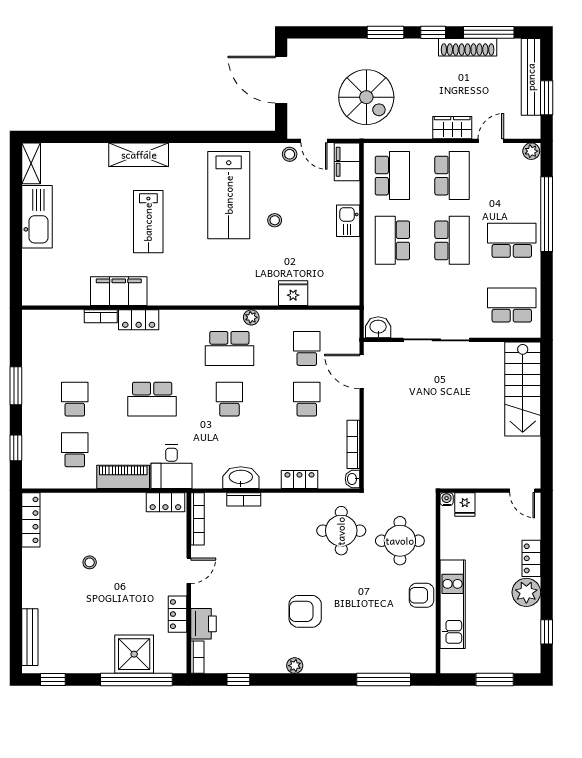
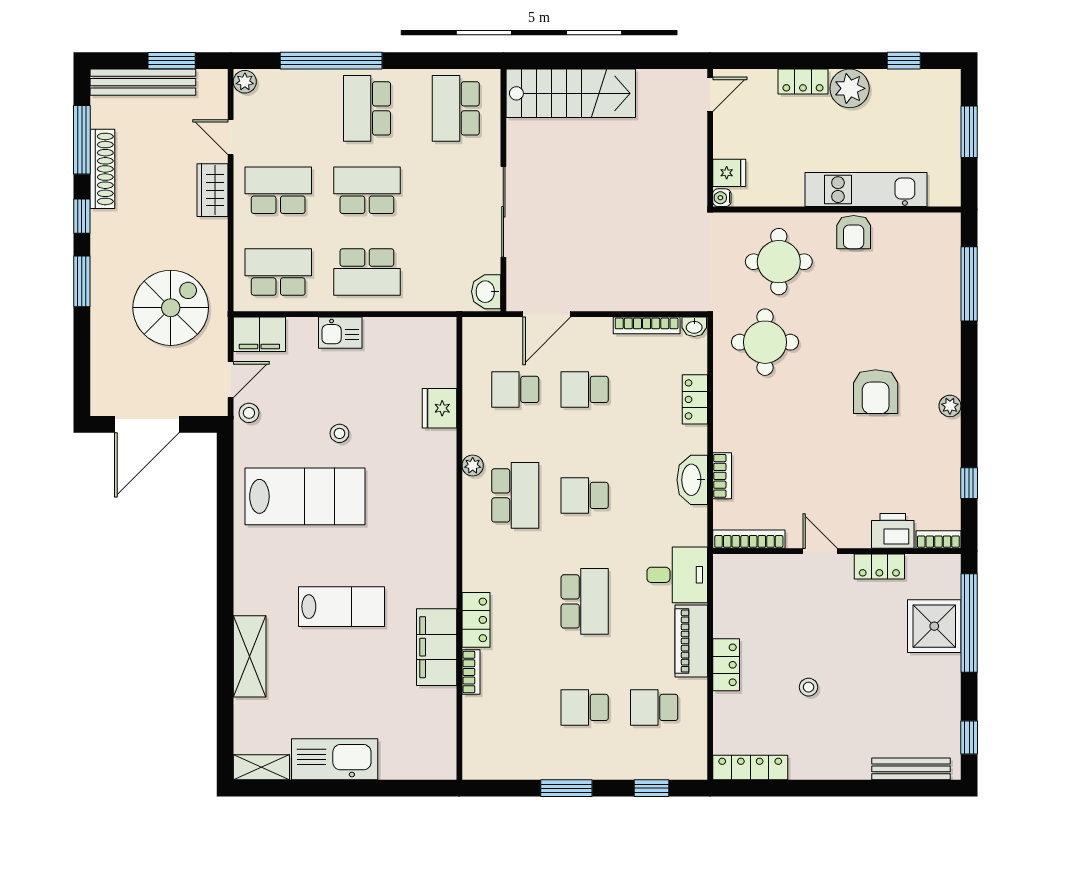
shelving: (139, 155) -> (250, 656), moved
locker: (165, 502) -> (726, 665), moved

